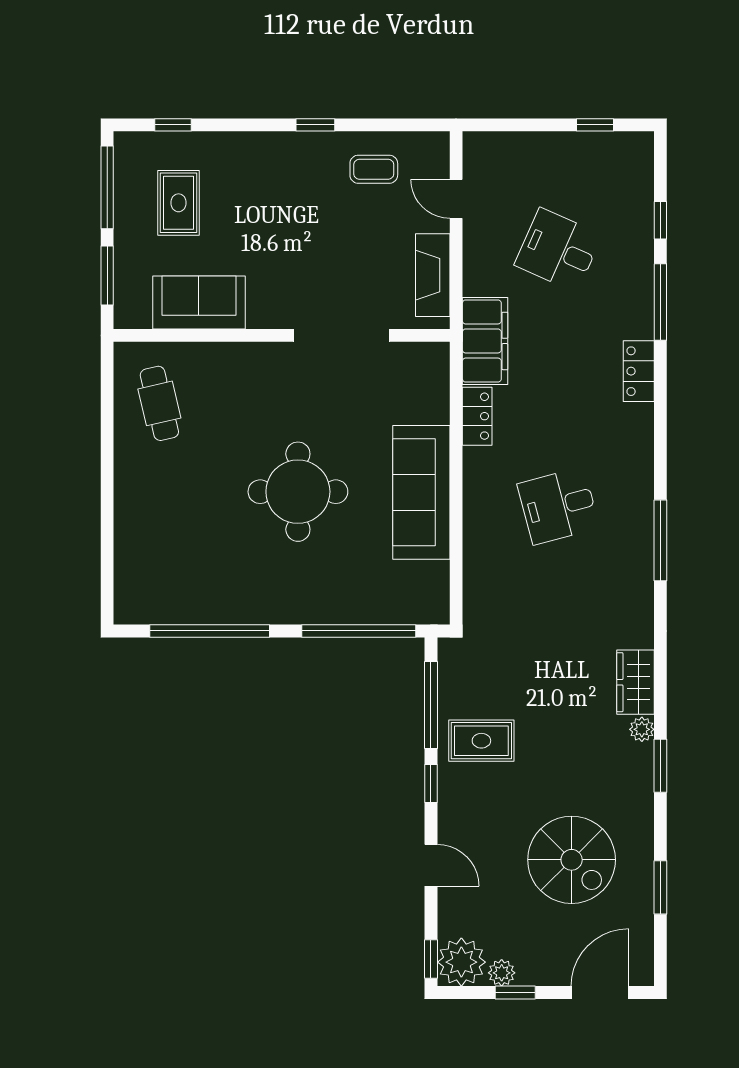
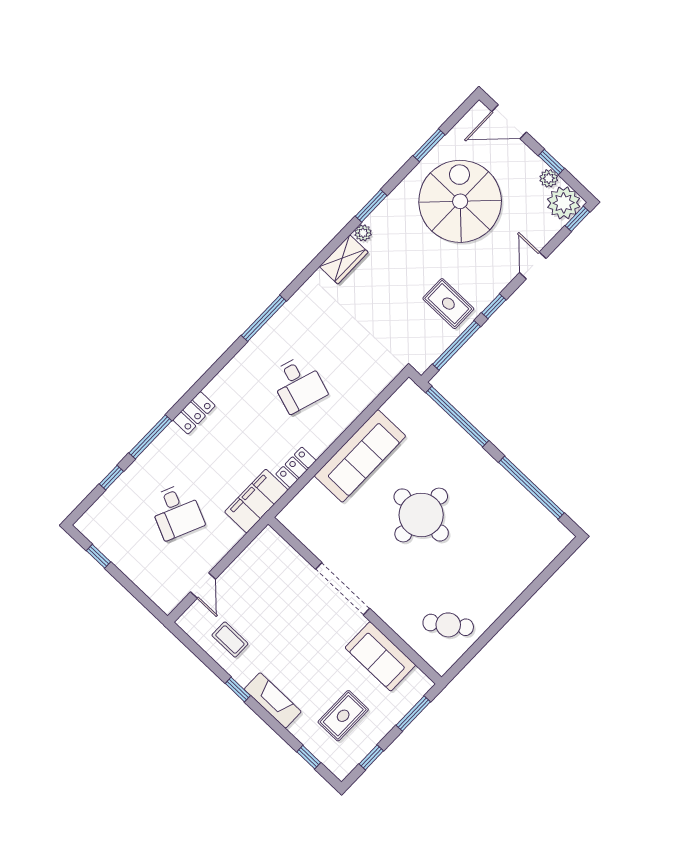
window: (107, 187) -> (371, 757), width x0.46
fireplace: (433, 275) -> (273, 700), moved, turned -90
doorway: (341, 335) -> (343, 589), moved
cafe table: (159, 403) -> (448, 625), turned 67
desk: (558, 506) -> (298, 384), turned 33
spiral stairs: (572, 860) -> (460, 201), width x1.37, depth x1.37

